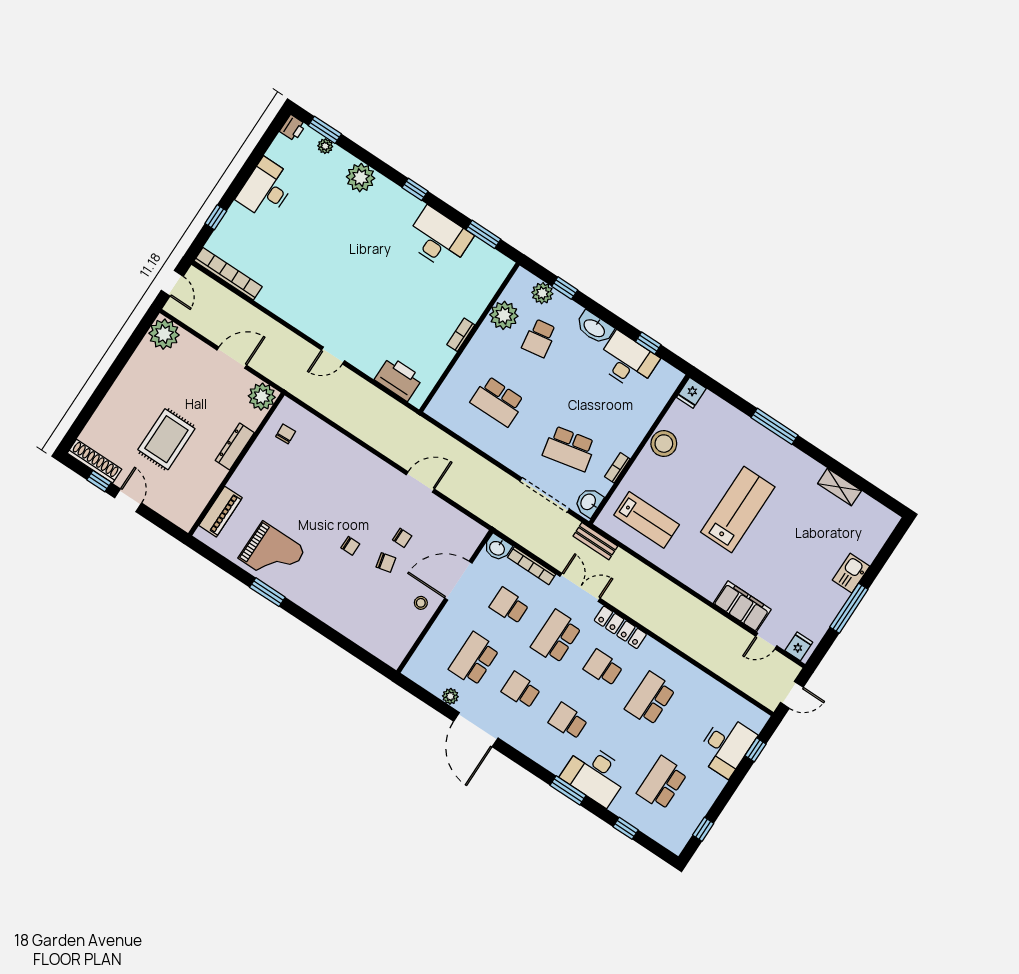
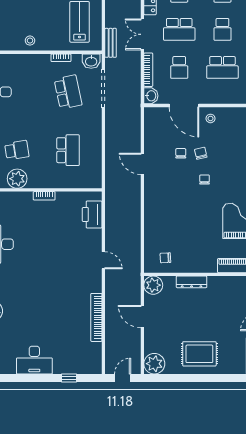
bookcase: (228, 274) -> (96, 317), moved
rug: (166, 439) -> (199, 354), moved
stool: (664, 444) -> (30, 41), width x0.53, depth x0.53

